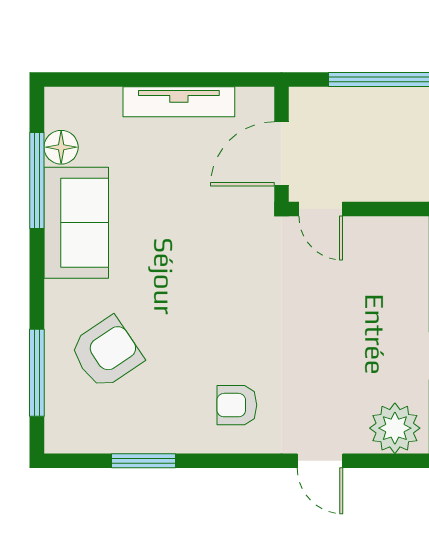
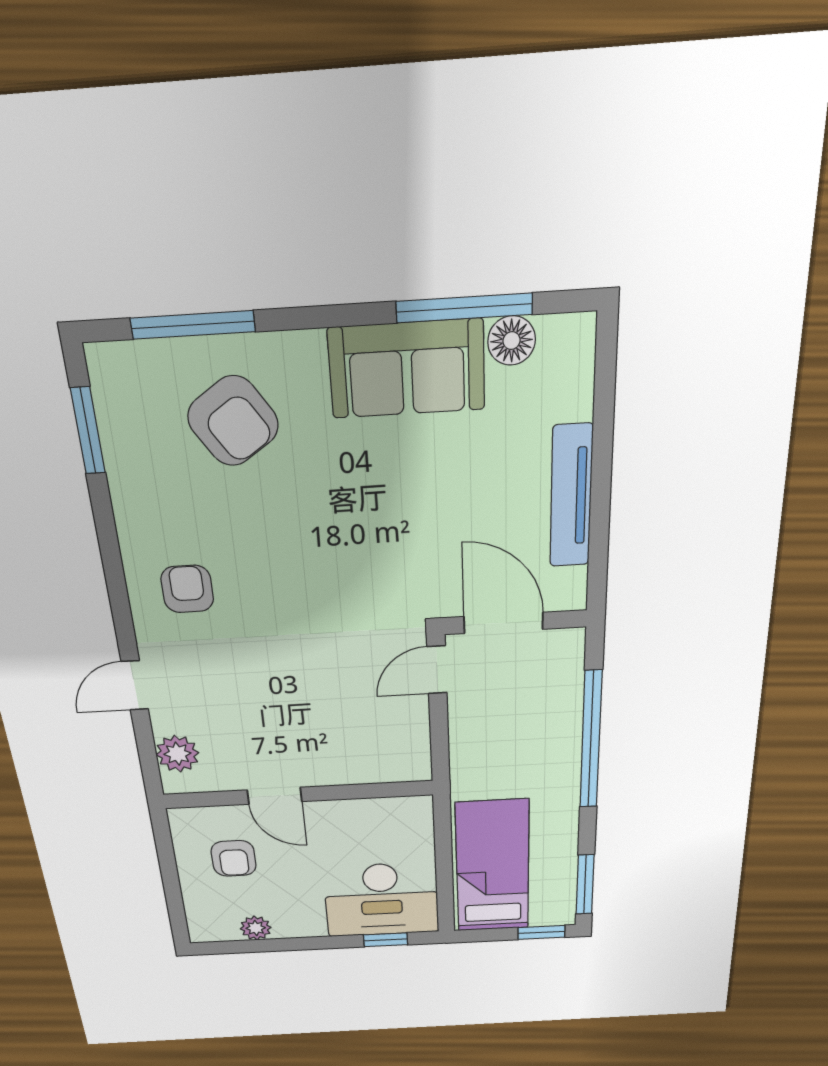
plant: (395, 428) -> (177, 754), width x0.73, depth x0.73
window: (143, 461) -> (88, 431), moved

